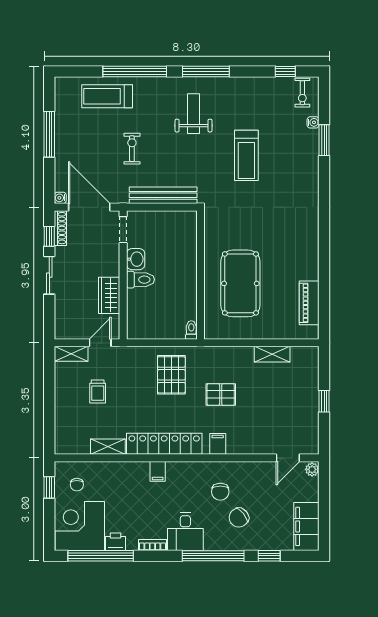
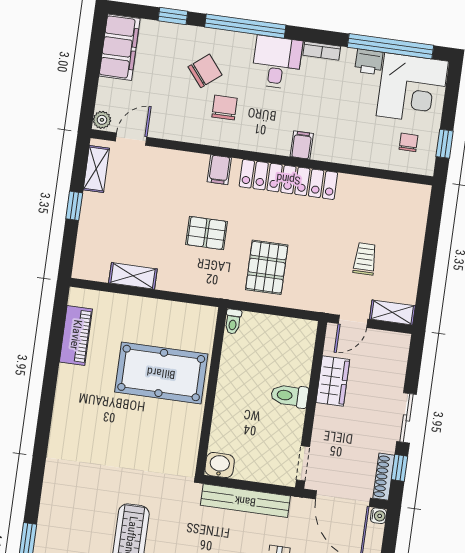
washbasin: (136, 259) -> (220, 465), moved, turned 90
pool table: (240, 283) -> (161, 373), turned 90
shelving: (108, 447) -> (96, 169), moved, turned 90

